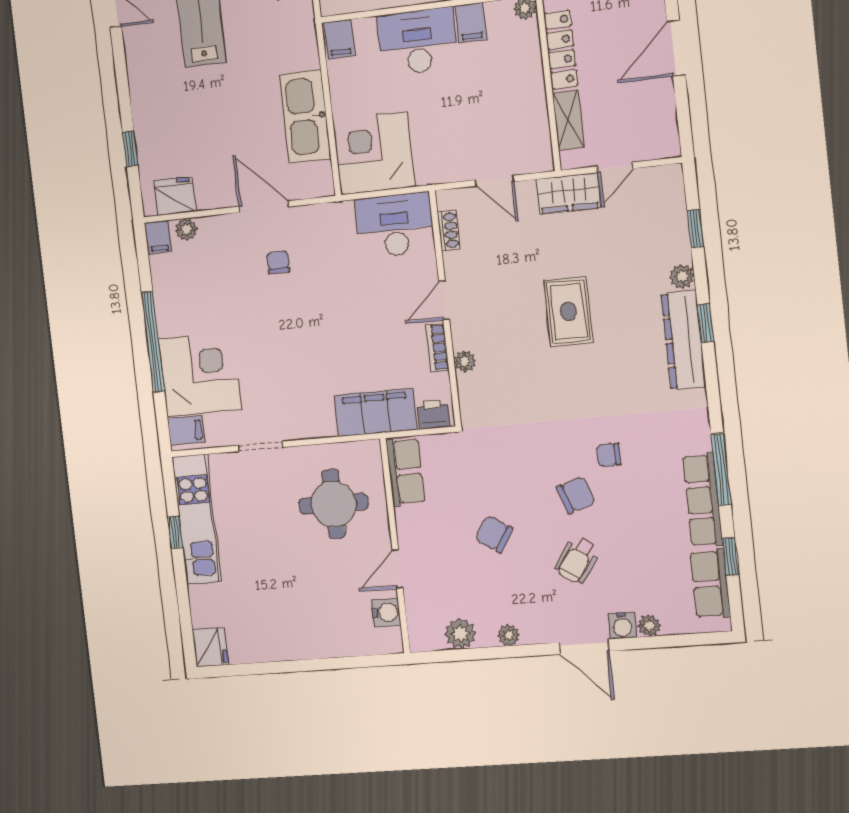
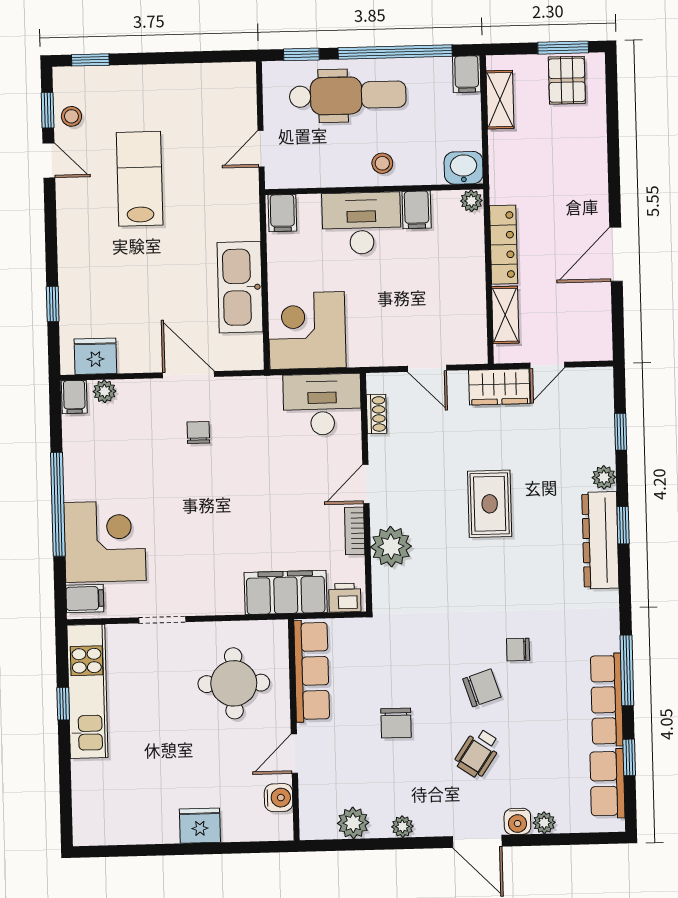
plant: (465, 362) -> (391, 547), width x1.88, depth x1.88
row of seats: (405, 472) -> (312, 671), width x1.48
chair: (494, 534) -> (396, 723), turned -122
fridge: (210, 647) -> (200, 826), moved, turned -90

